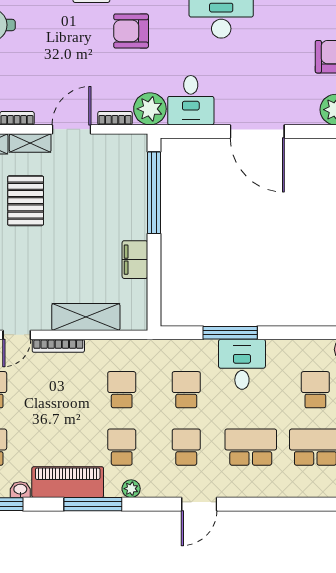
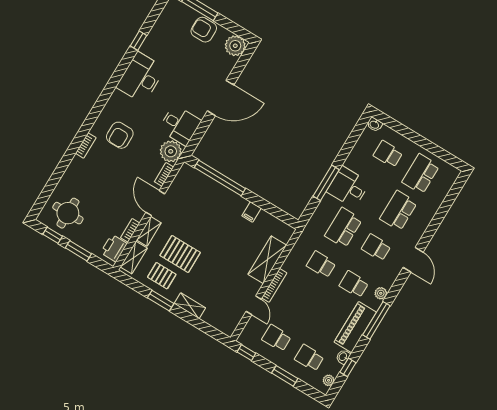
filing cabinet: (135, 260) -> (251, 212), width x0.50
school desk: (186, 390) -> (343, 228), width x1.85

